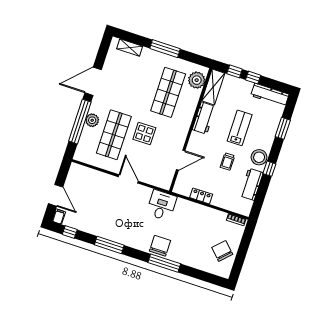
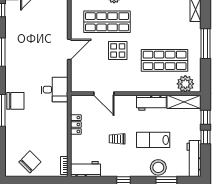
lab bench: (240, 128) -> (153, 140), turned 180
stool: (259, 157) -> (158, 167), moved
workbench: (251, 184) -> (86, 169), moved

